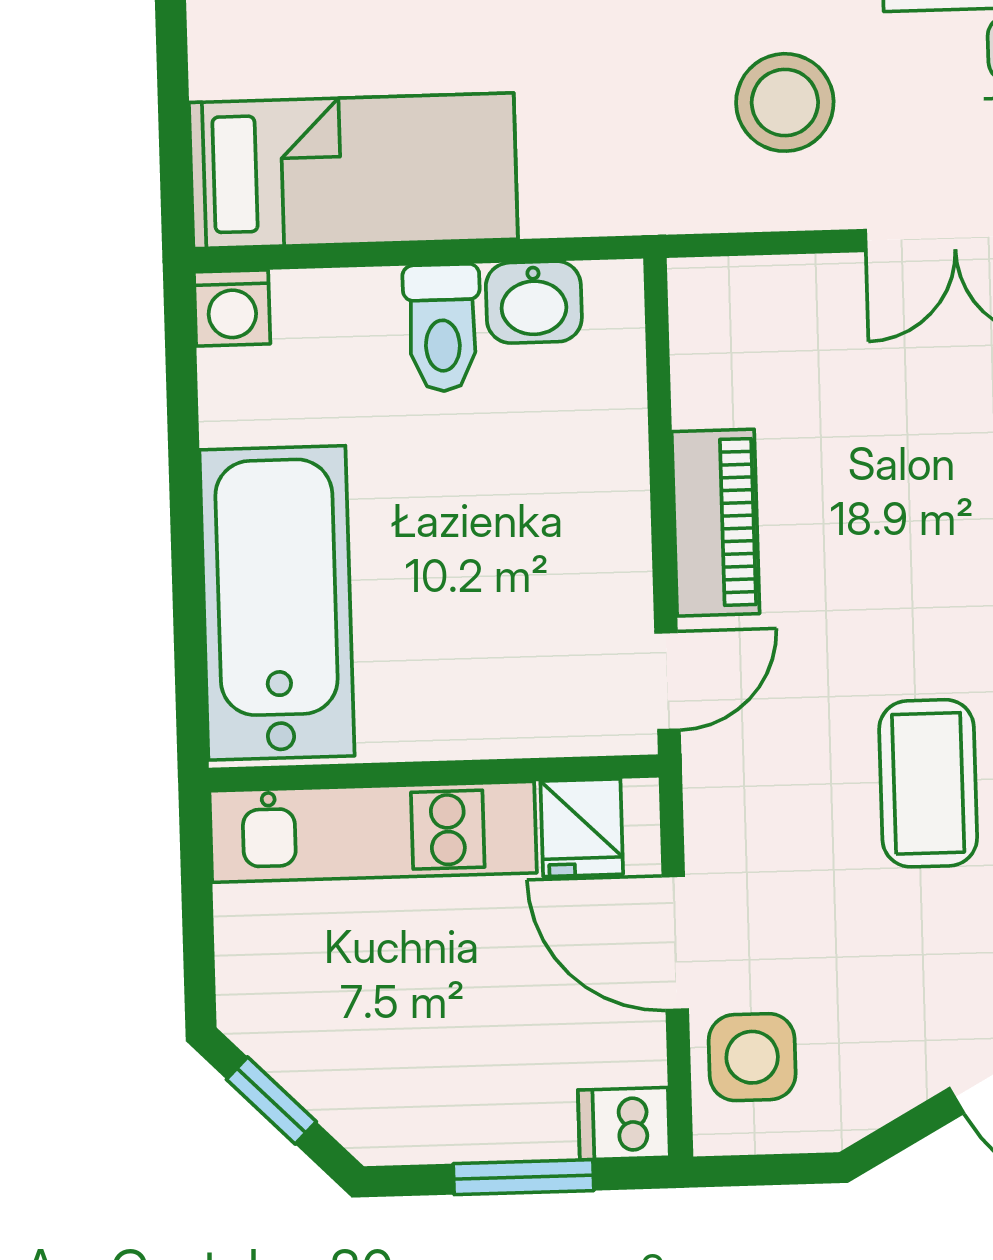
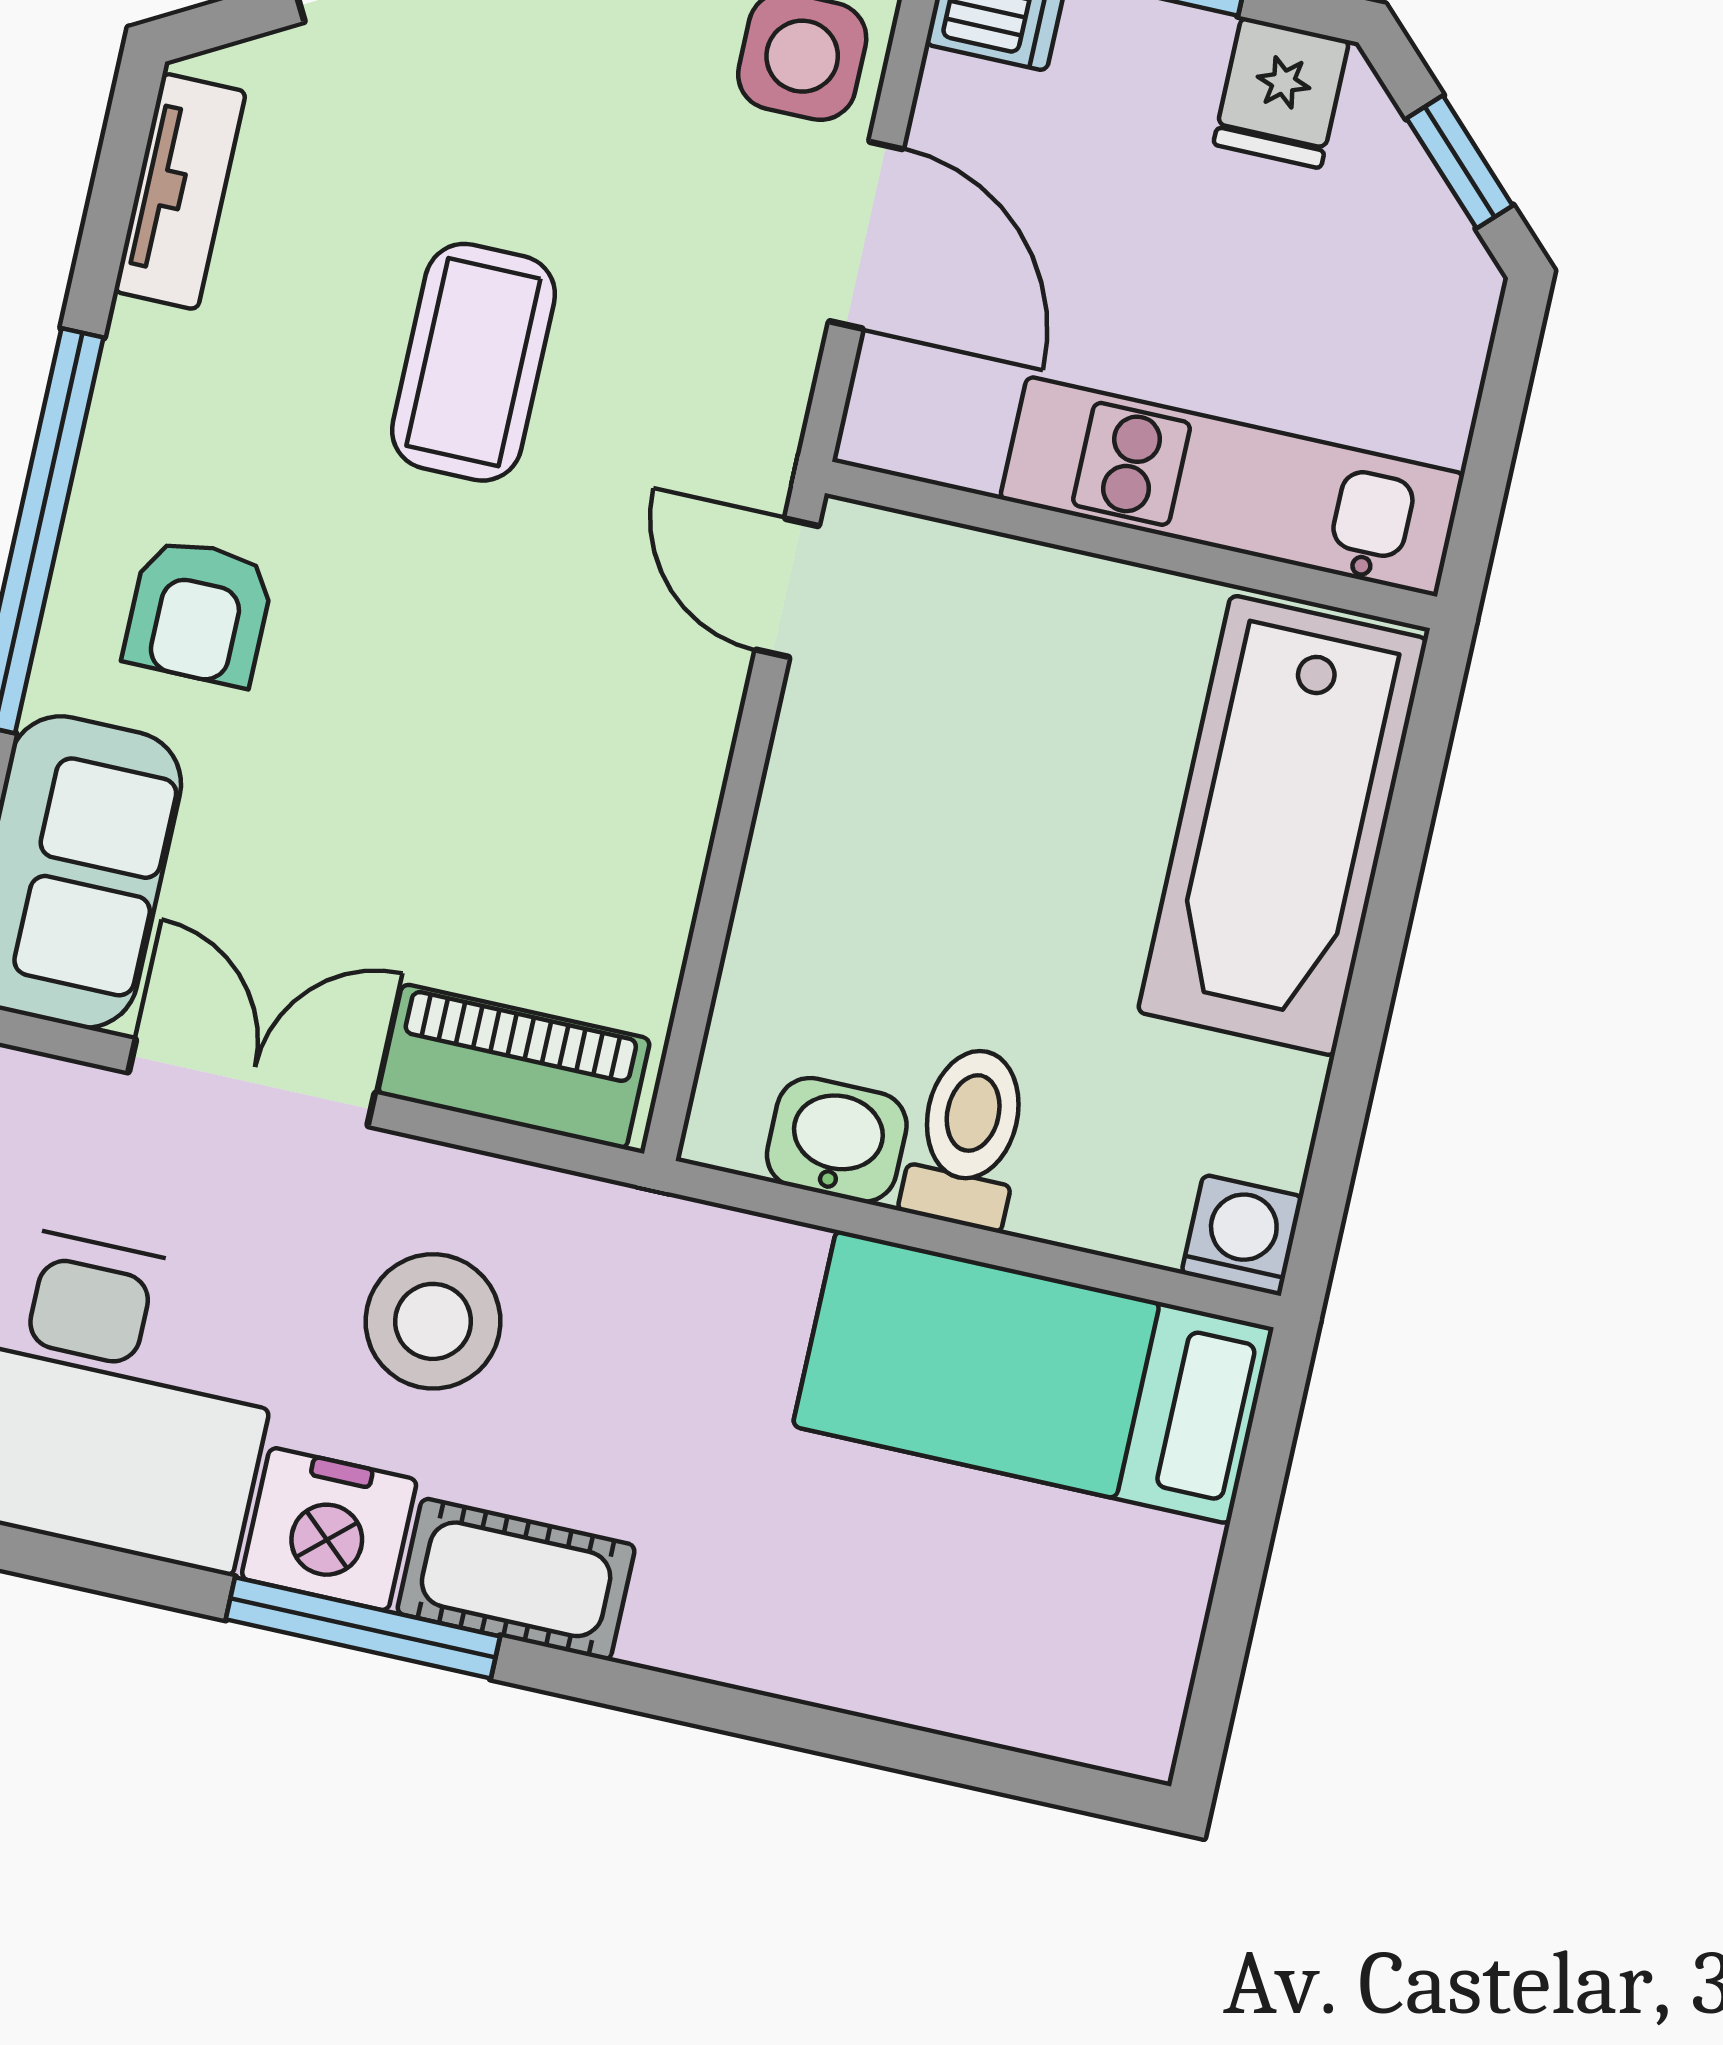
piano: (716, 523) -> (514, 1066), moved, turned 90
door: (667, 681) -> (787, 588), hinge flipped
fridge: (582, 828) -> (1281, 93), moved, turned 180

